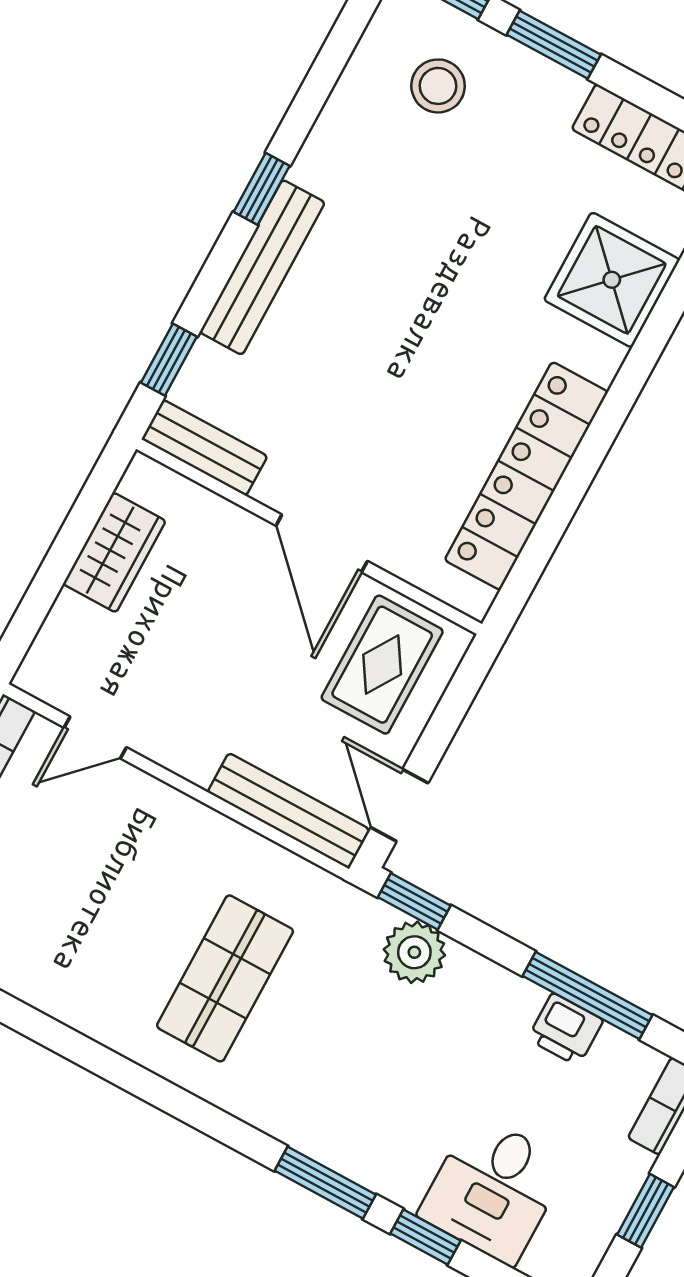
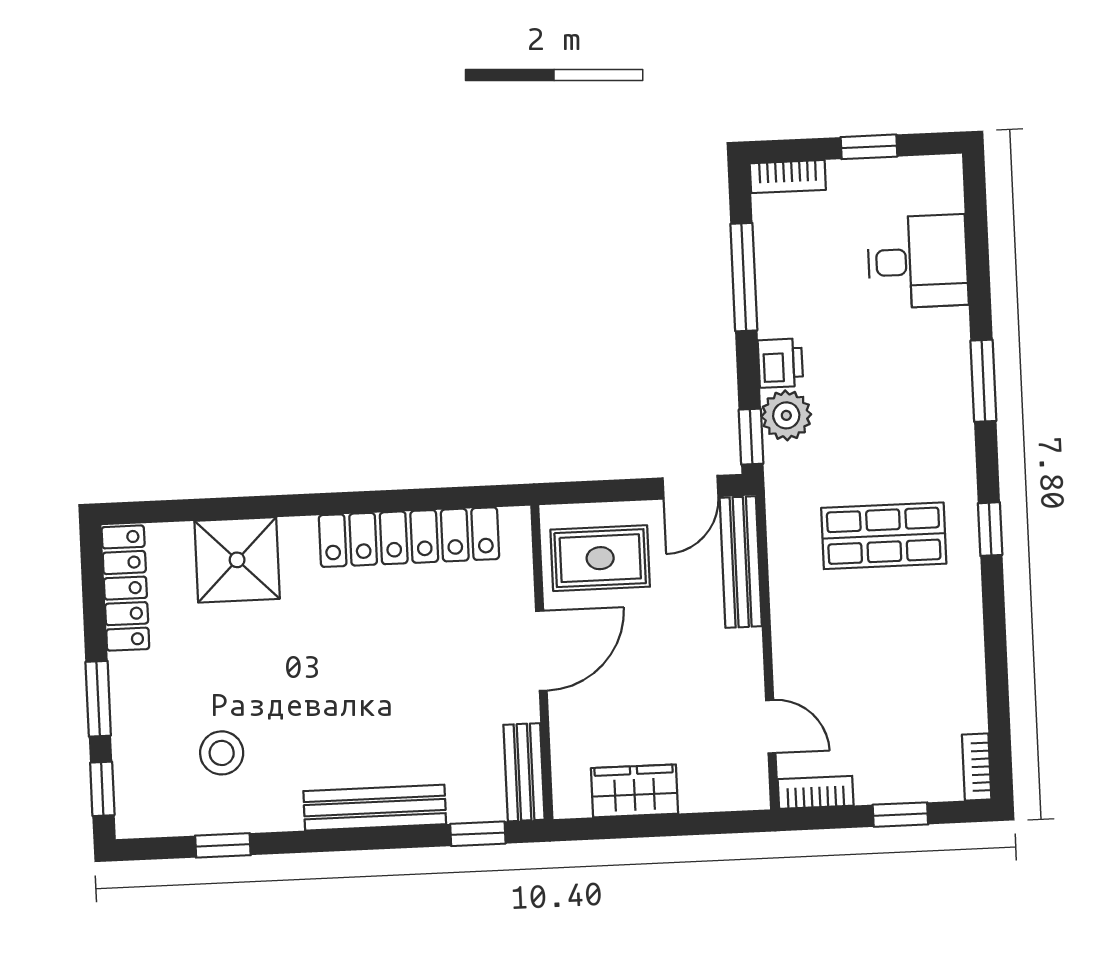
stool: (438, 86) -> (222, 753), moved
window: (262, 189) -> (223, 845), moved
printer: (565, 1029) -> (780, 363), moved
window: (425, 1237) -> (990, 529), moved

